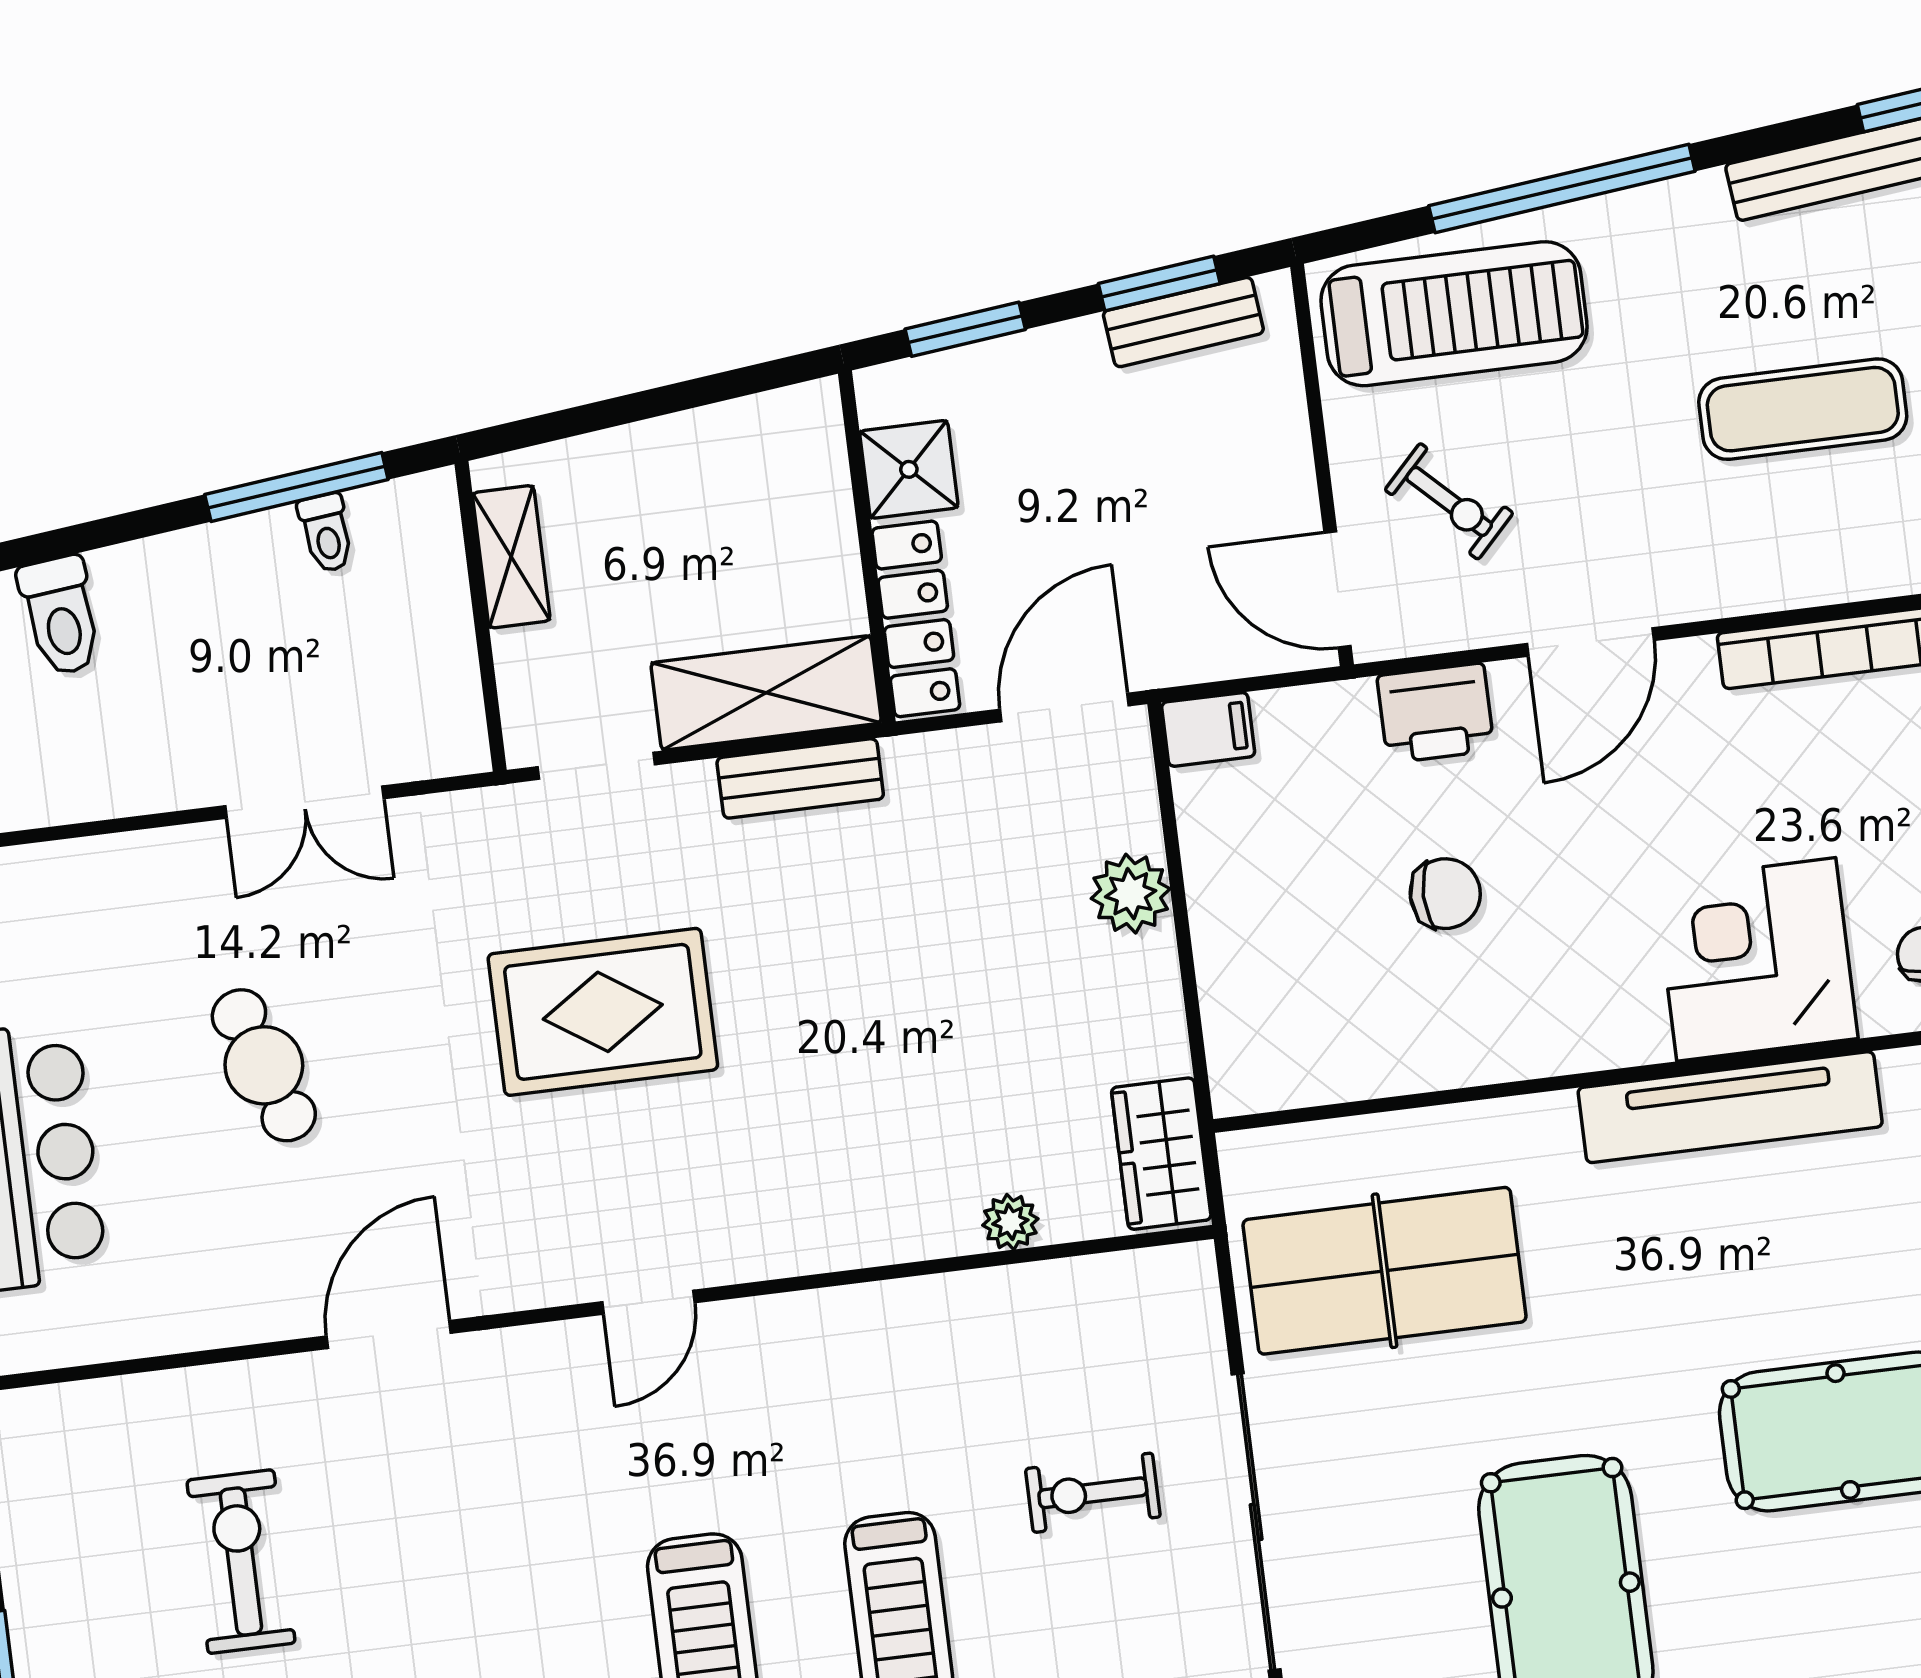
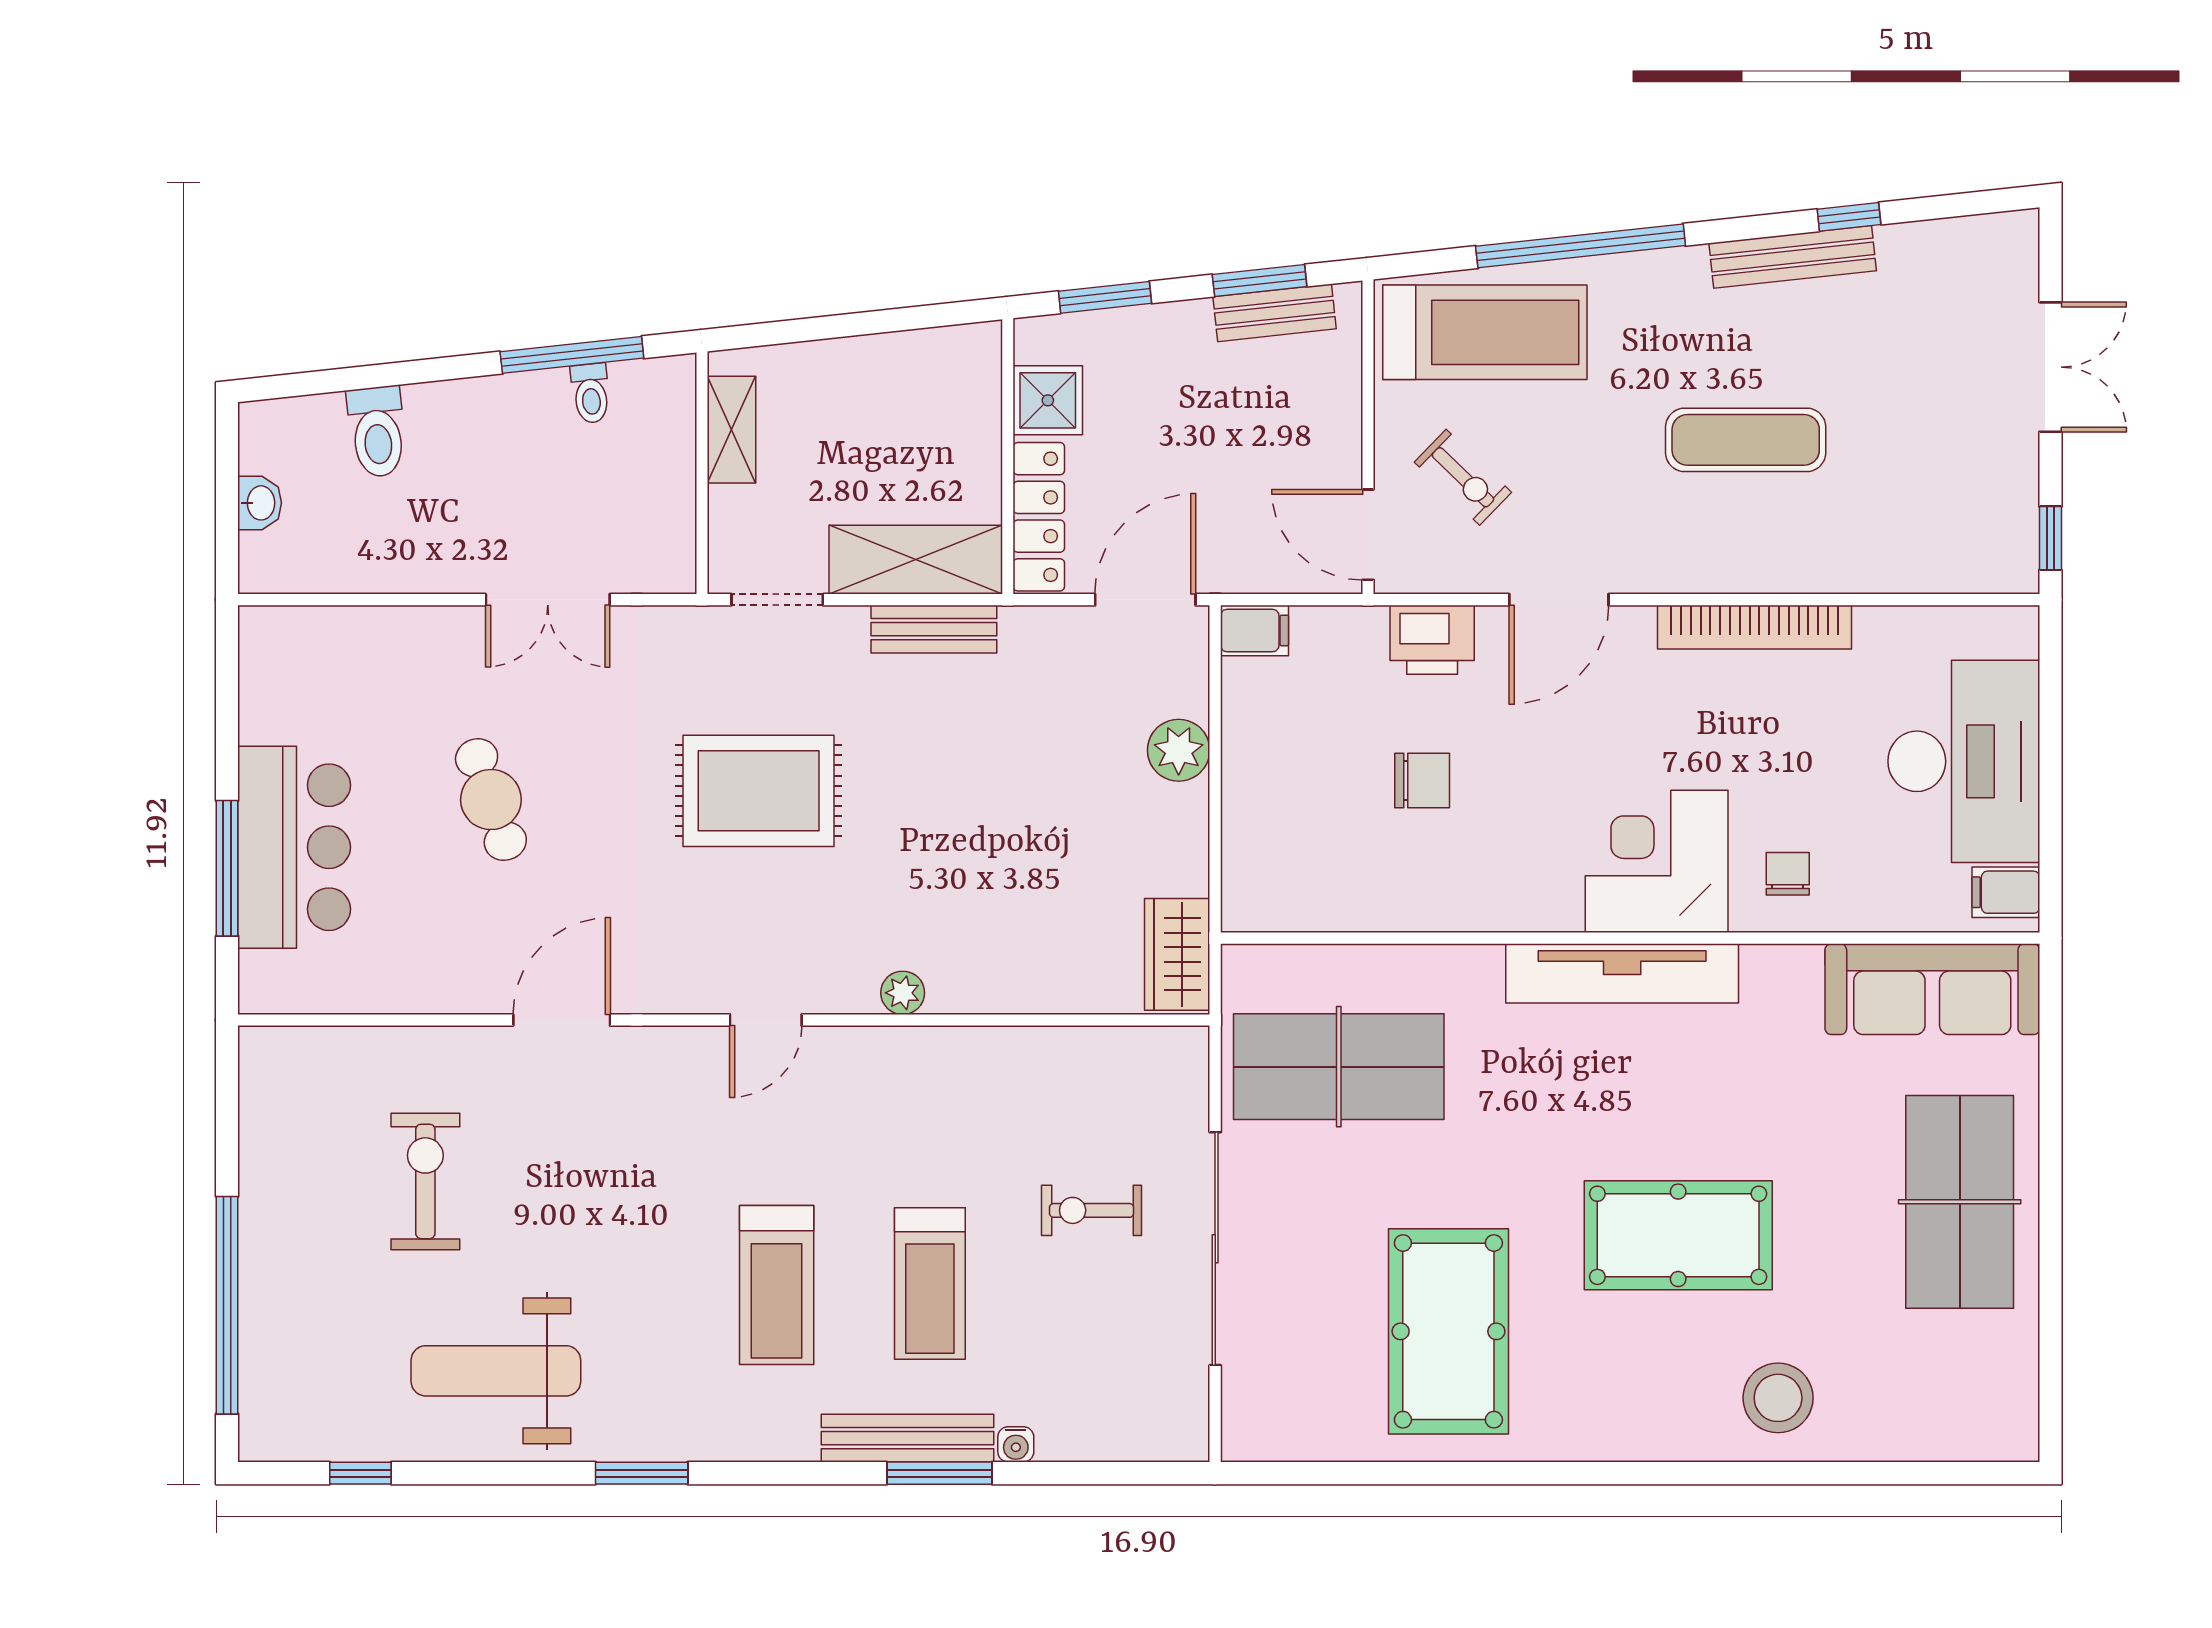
plant: (1010, 1222) -> (903, 993), moved

